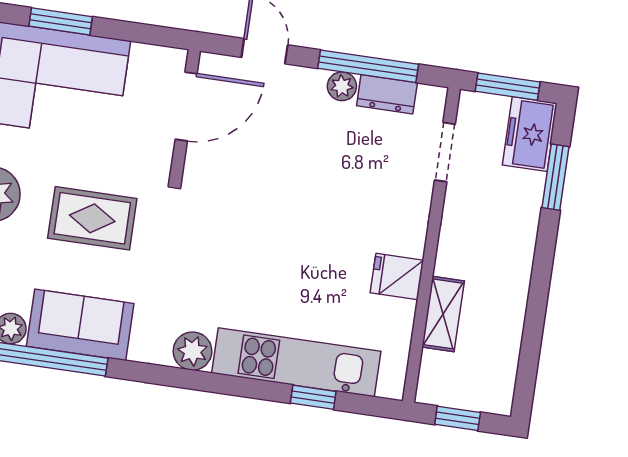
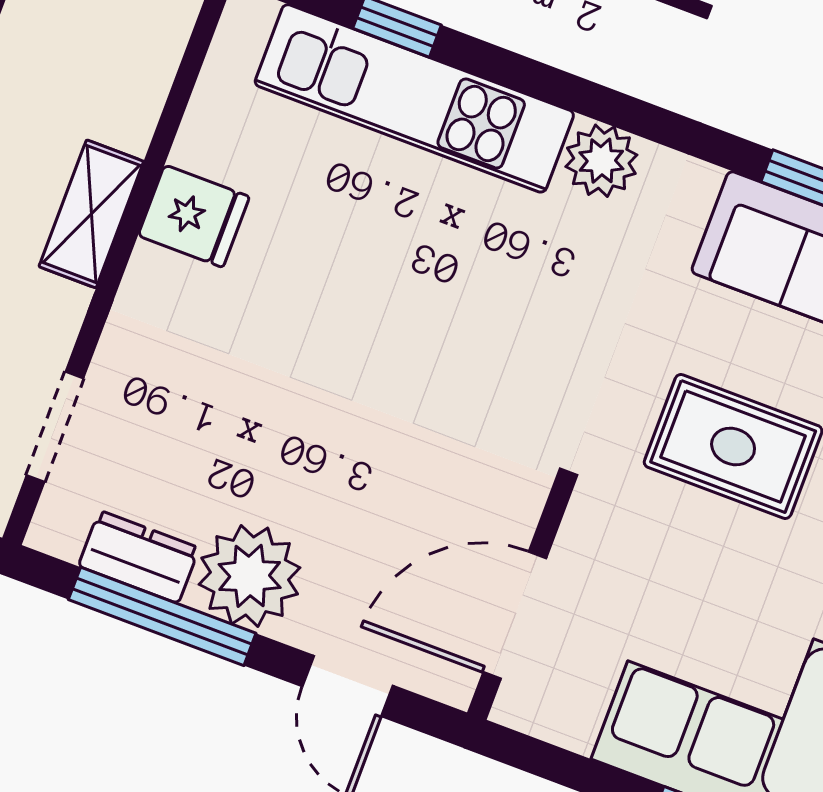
plant: (342, 86) -> (250, 576), width x1.87, depth x1.87
shelving: (443, 314) -> (91, 214), moved

